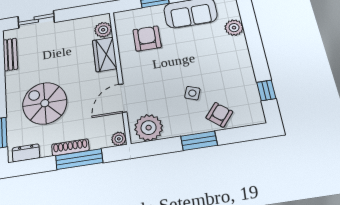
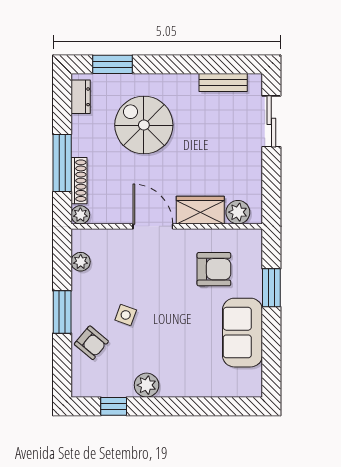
plant: (234, 28) -> (147, 385), moved
door: (123, 98) -> (153, 226), moved
spiral stairs: (45, 103) -> (144, 125), turned -90
plant: (149, 128) -> (81, 262), width x0.53, depth x0.53
shoe rack: (70, 147) -> (79, 181), moved

